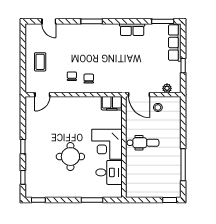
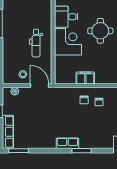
row of seats: (132, 30) -> (67, 143), moved
filing cabinet: (112, 103) -> (85, 78), moved
dental chair: (143, 143) -> (36, 43), turned -90

